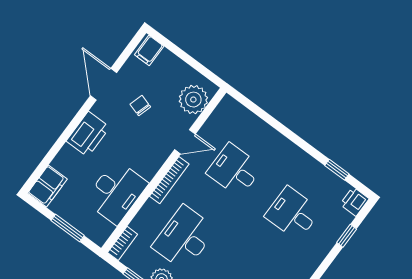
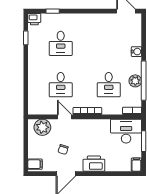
filing cabinet: (47, 186) -> (136, 165), width x0.50
desk: (116, 192) -> (126, 131), moved
desk: (184, 238) -> (109, 85), width x0.73

